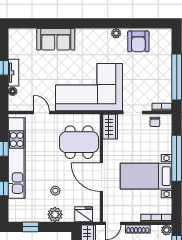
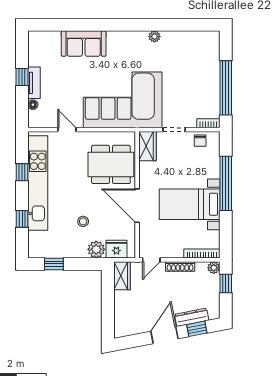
armchair: (138, 41) -> (181, 46), removed
plant: (55, 214) -> (96, 249), moved

